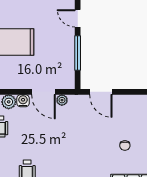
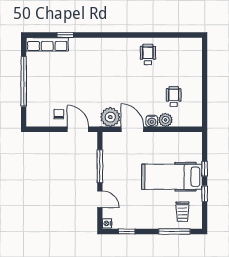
plant: (62, 100) -> (110, 117), width x1.87, depth x1.87
chair: (125, 145) -> (59, 114), moved

